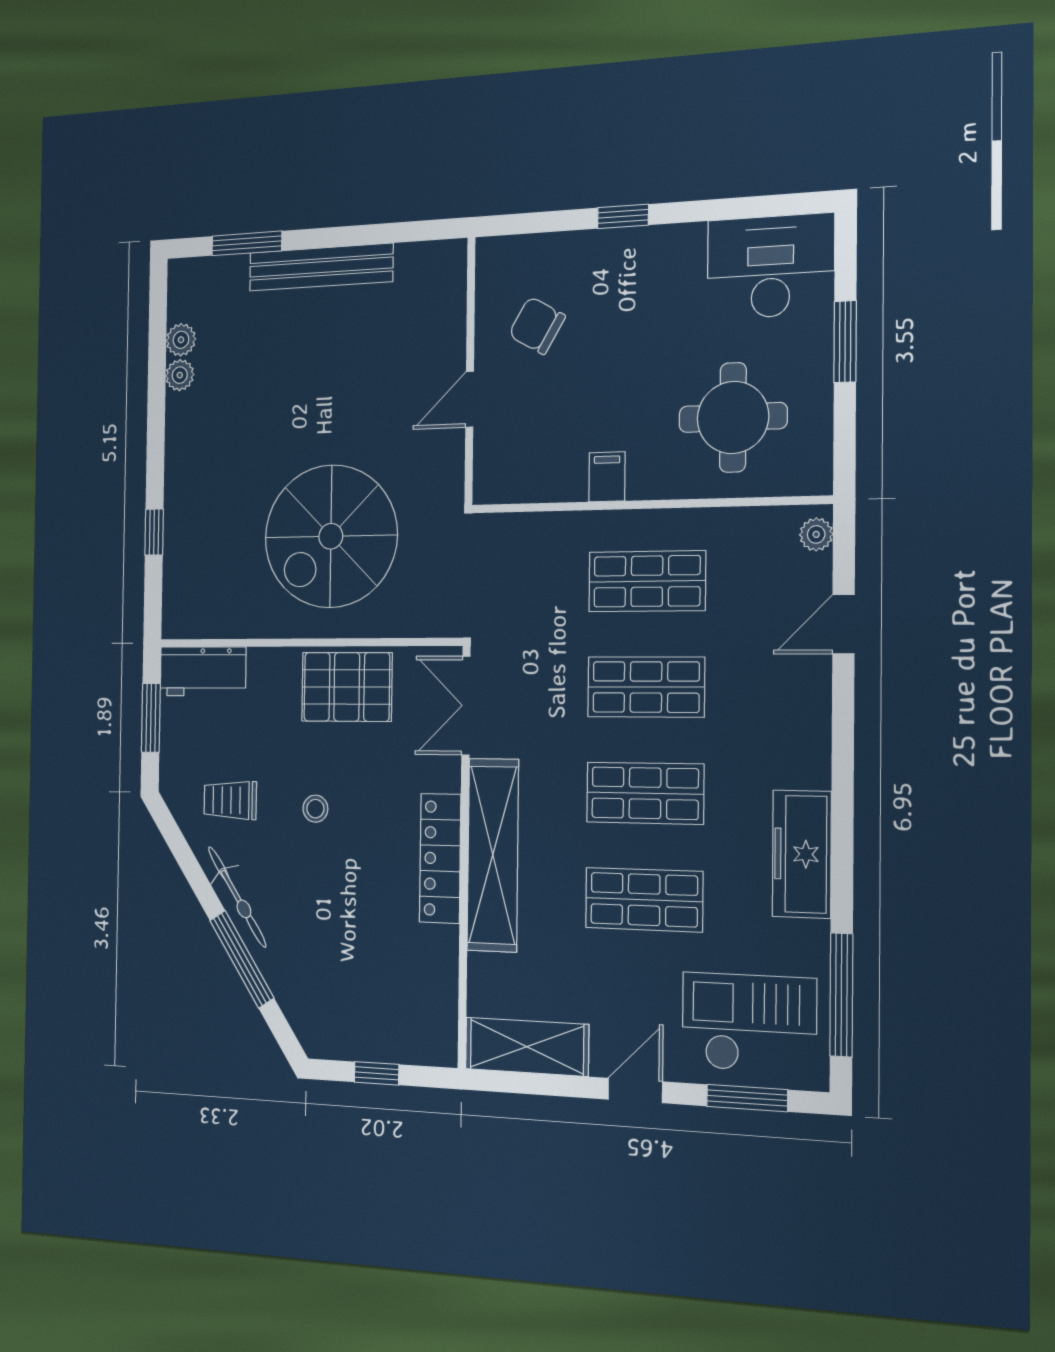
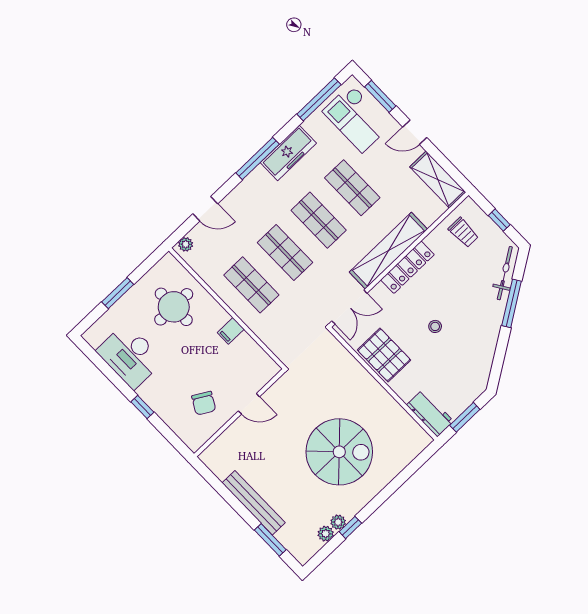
desk: (771, 267) -> (130, 356), moved
window: (154, 532) -> (350, 527), moved
spiral stairs: (331, 536) -> (339, 452), moved
window: (843, 794) -> (258, 158), added
trolley: (230, 800) -> (463, 232), moved
bicycle: (237, 897) -> (505, 273), moved

